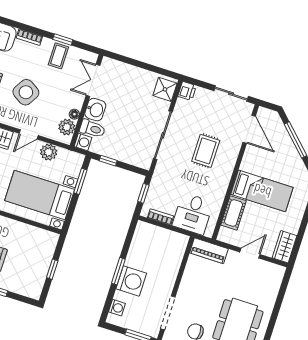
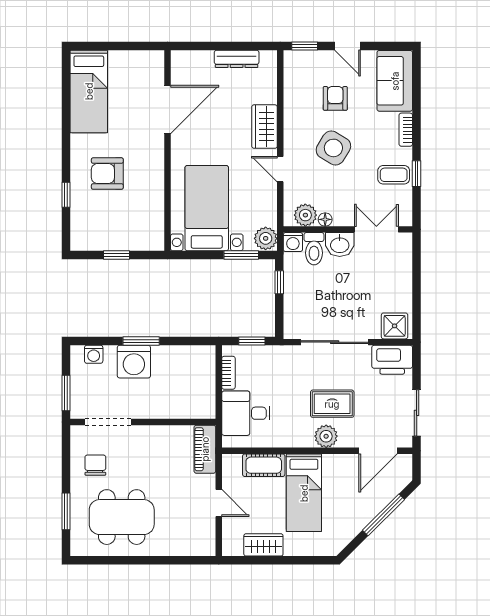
printer: (187, 91) -> (392, 360), width x1.87, depth x1.48
plant: (49, 152) -> (266, 238), moved
plant: (227, 163) -> (326, 436), added
wardrobe: (285, 247) -> (263, 545), moved

